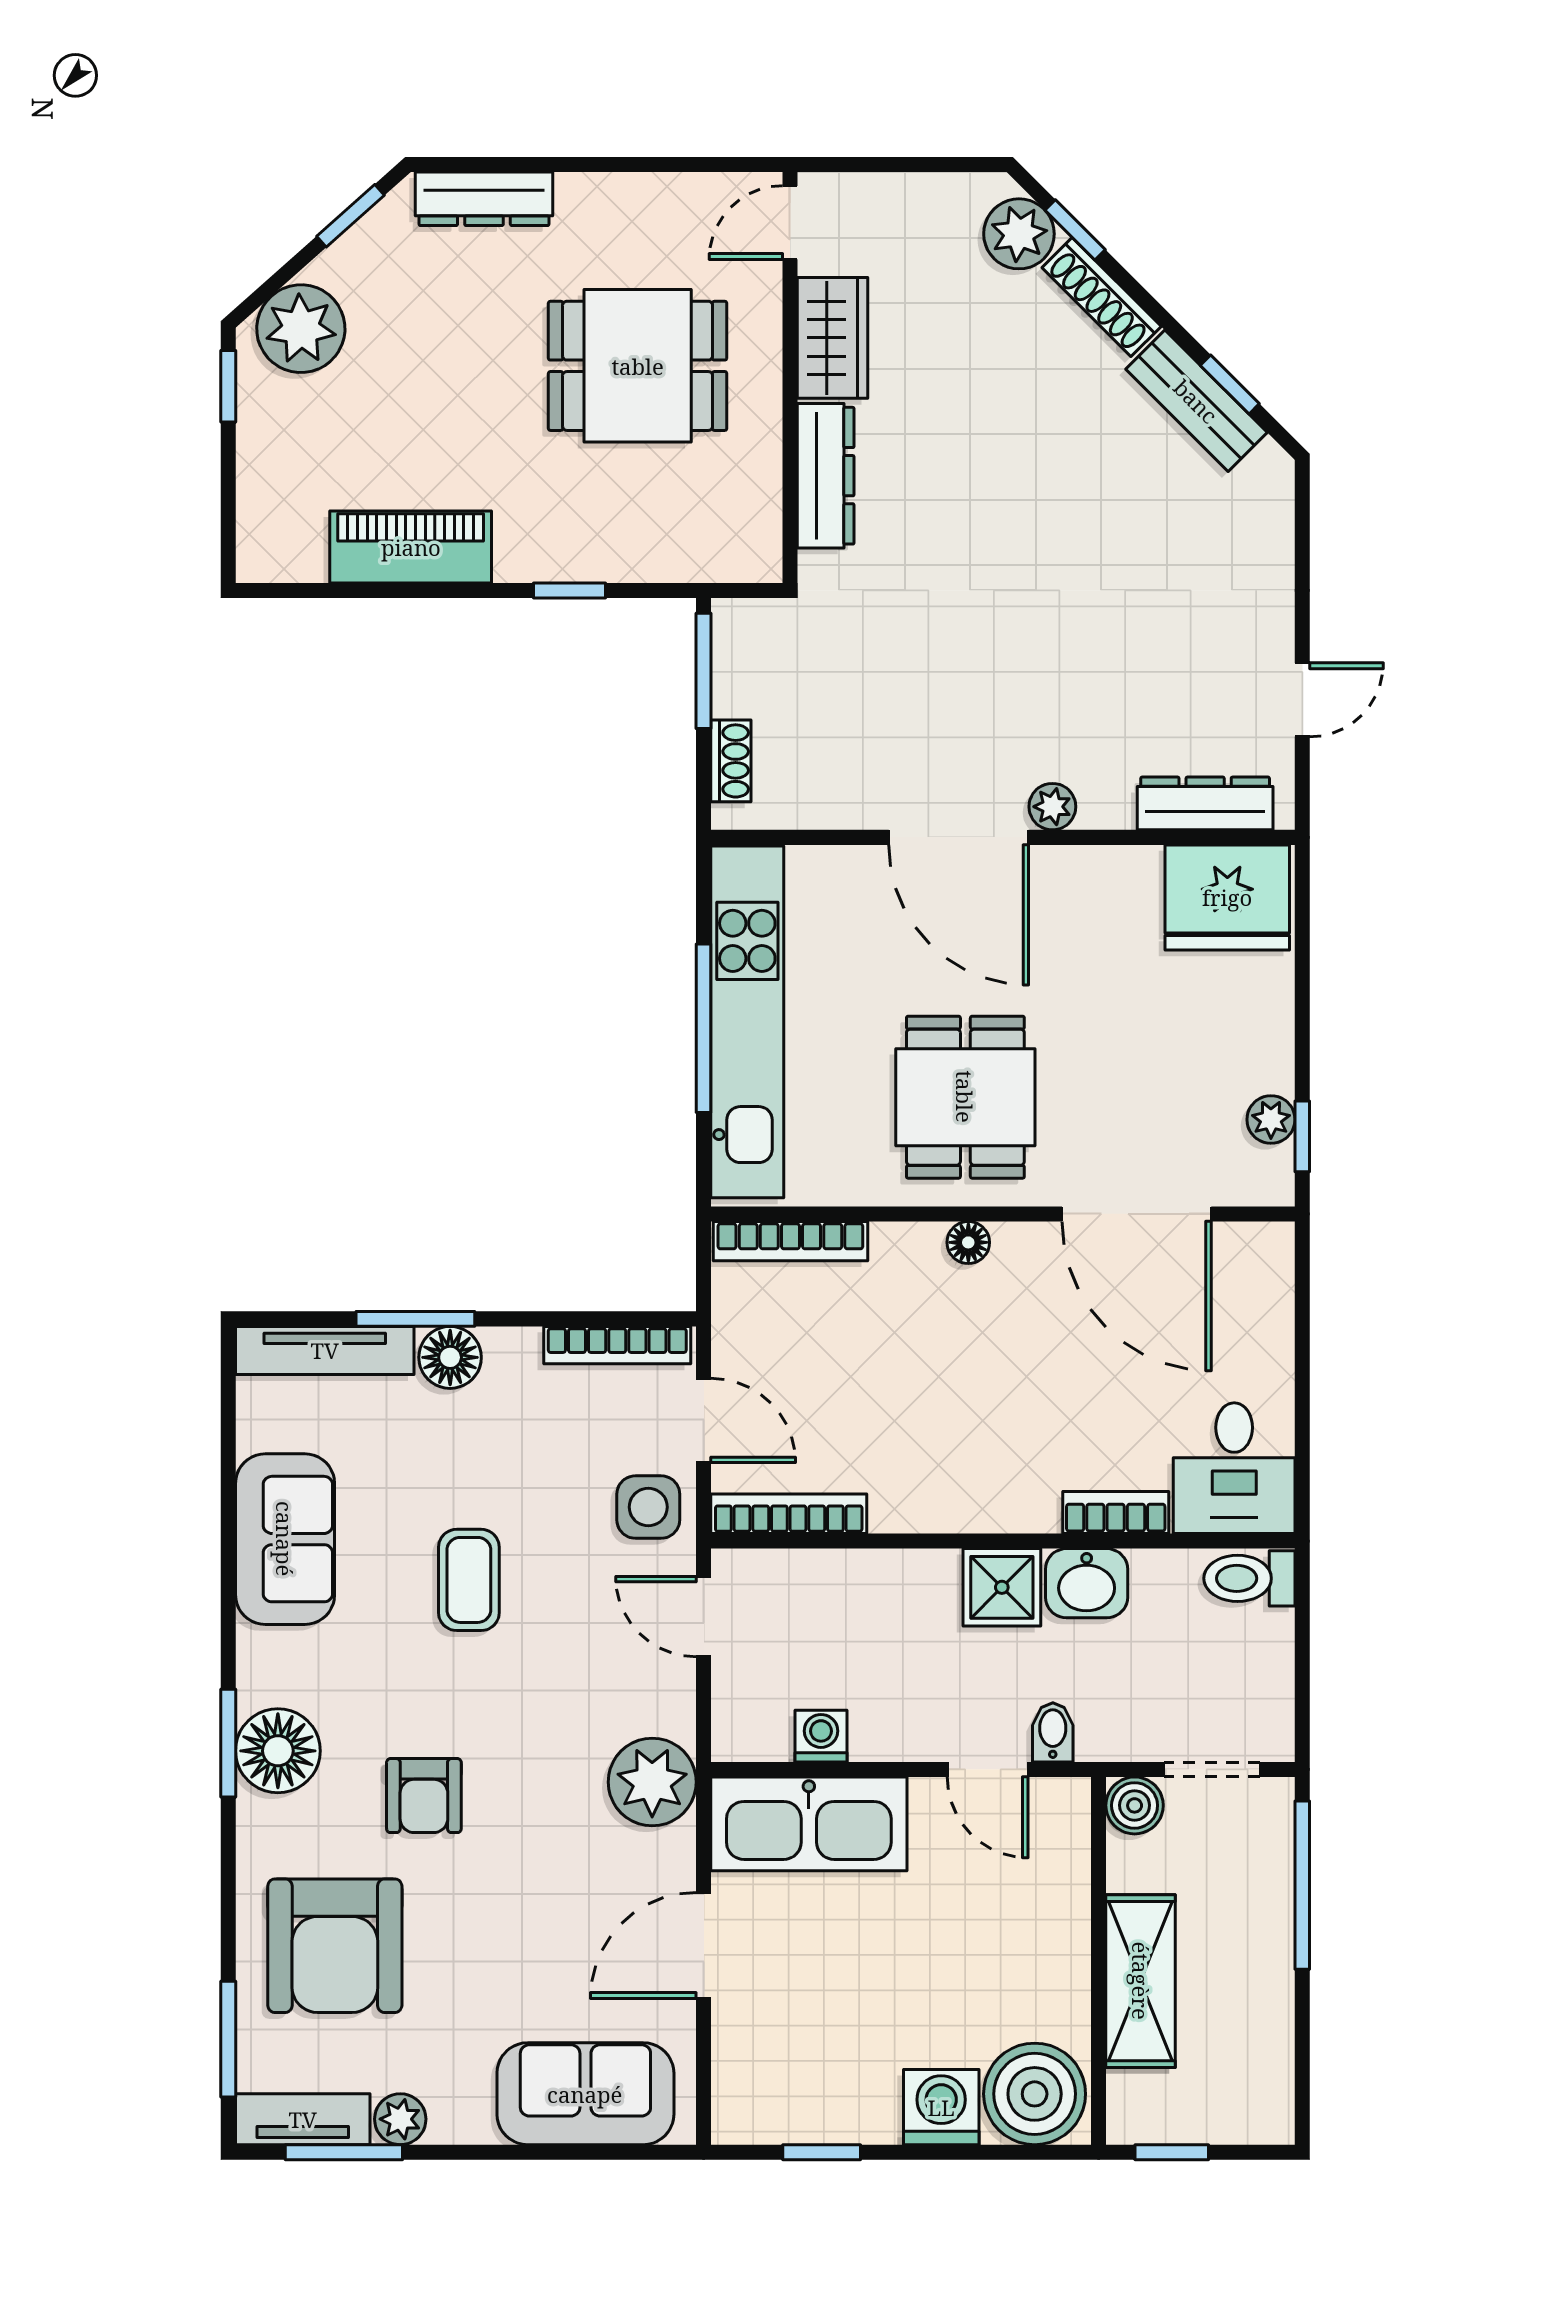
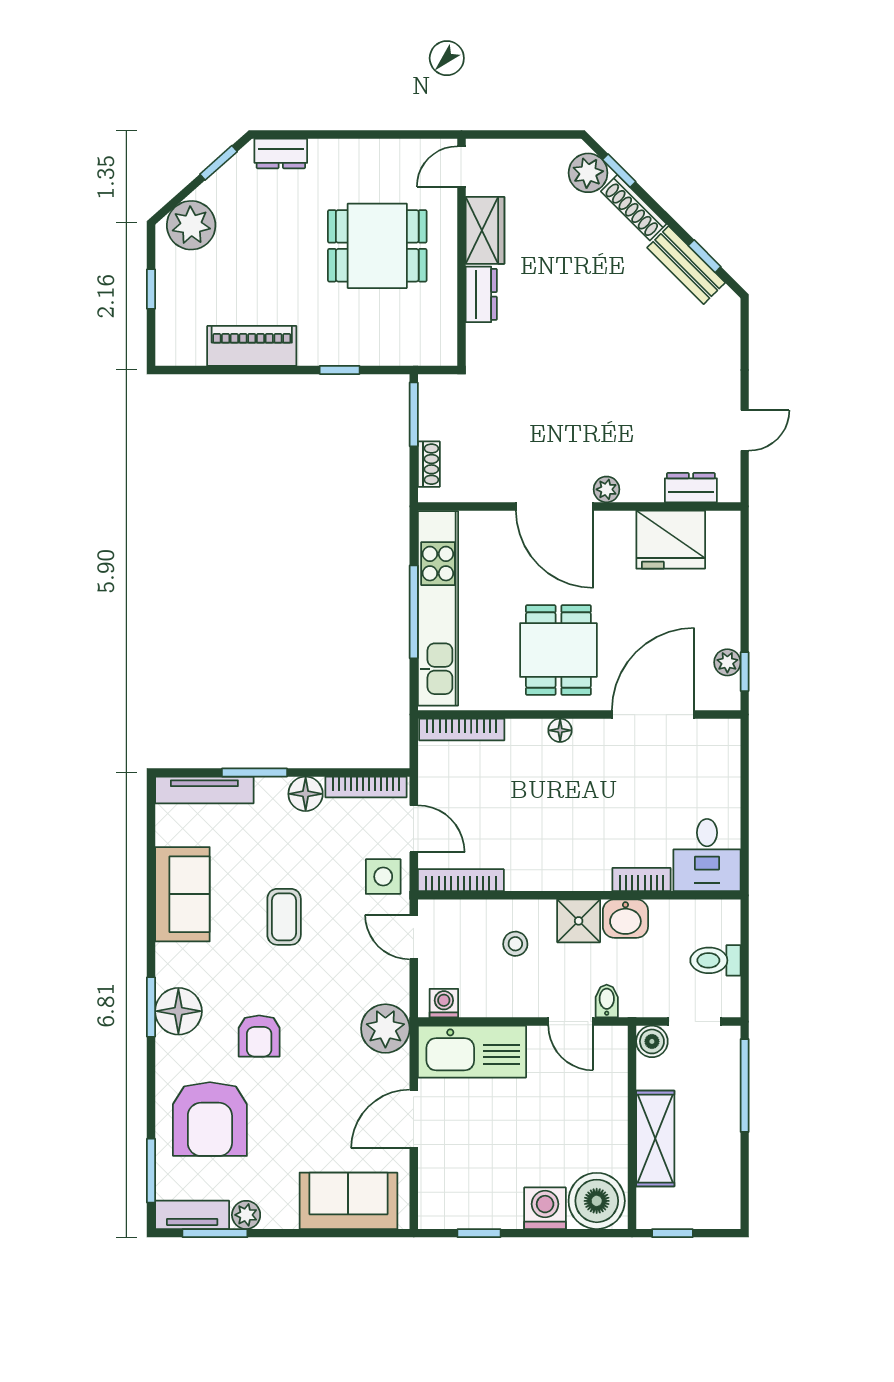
dresser: (484, 199) -> (281, 153), width x0.70
window: (228, 386) -> (151, 289), moved
dresser: (826, 476) -> (481, 294), width x0.70
dresser: (1205, 803) -> (691, 488), width x0.70
fridge: (1227, 897) -> (671, 540), moved
door: (1137, 1214) -> (653, 715), swing flipped
floor lamp: (450, 1357) -> (306, 794), moved
toilet: (1249, 1578) -> (715, 960), moved
stool: (887, 1629) -> (515, 944), added
washing machine: (821, 1736) -> (444, 1003), moved

